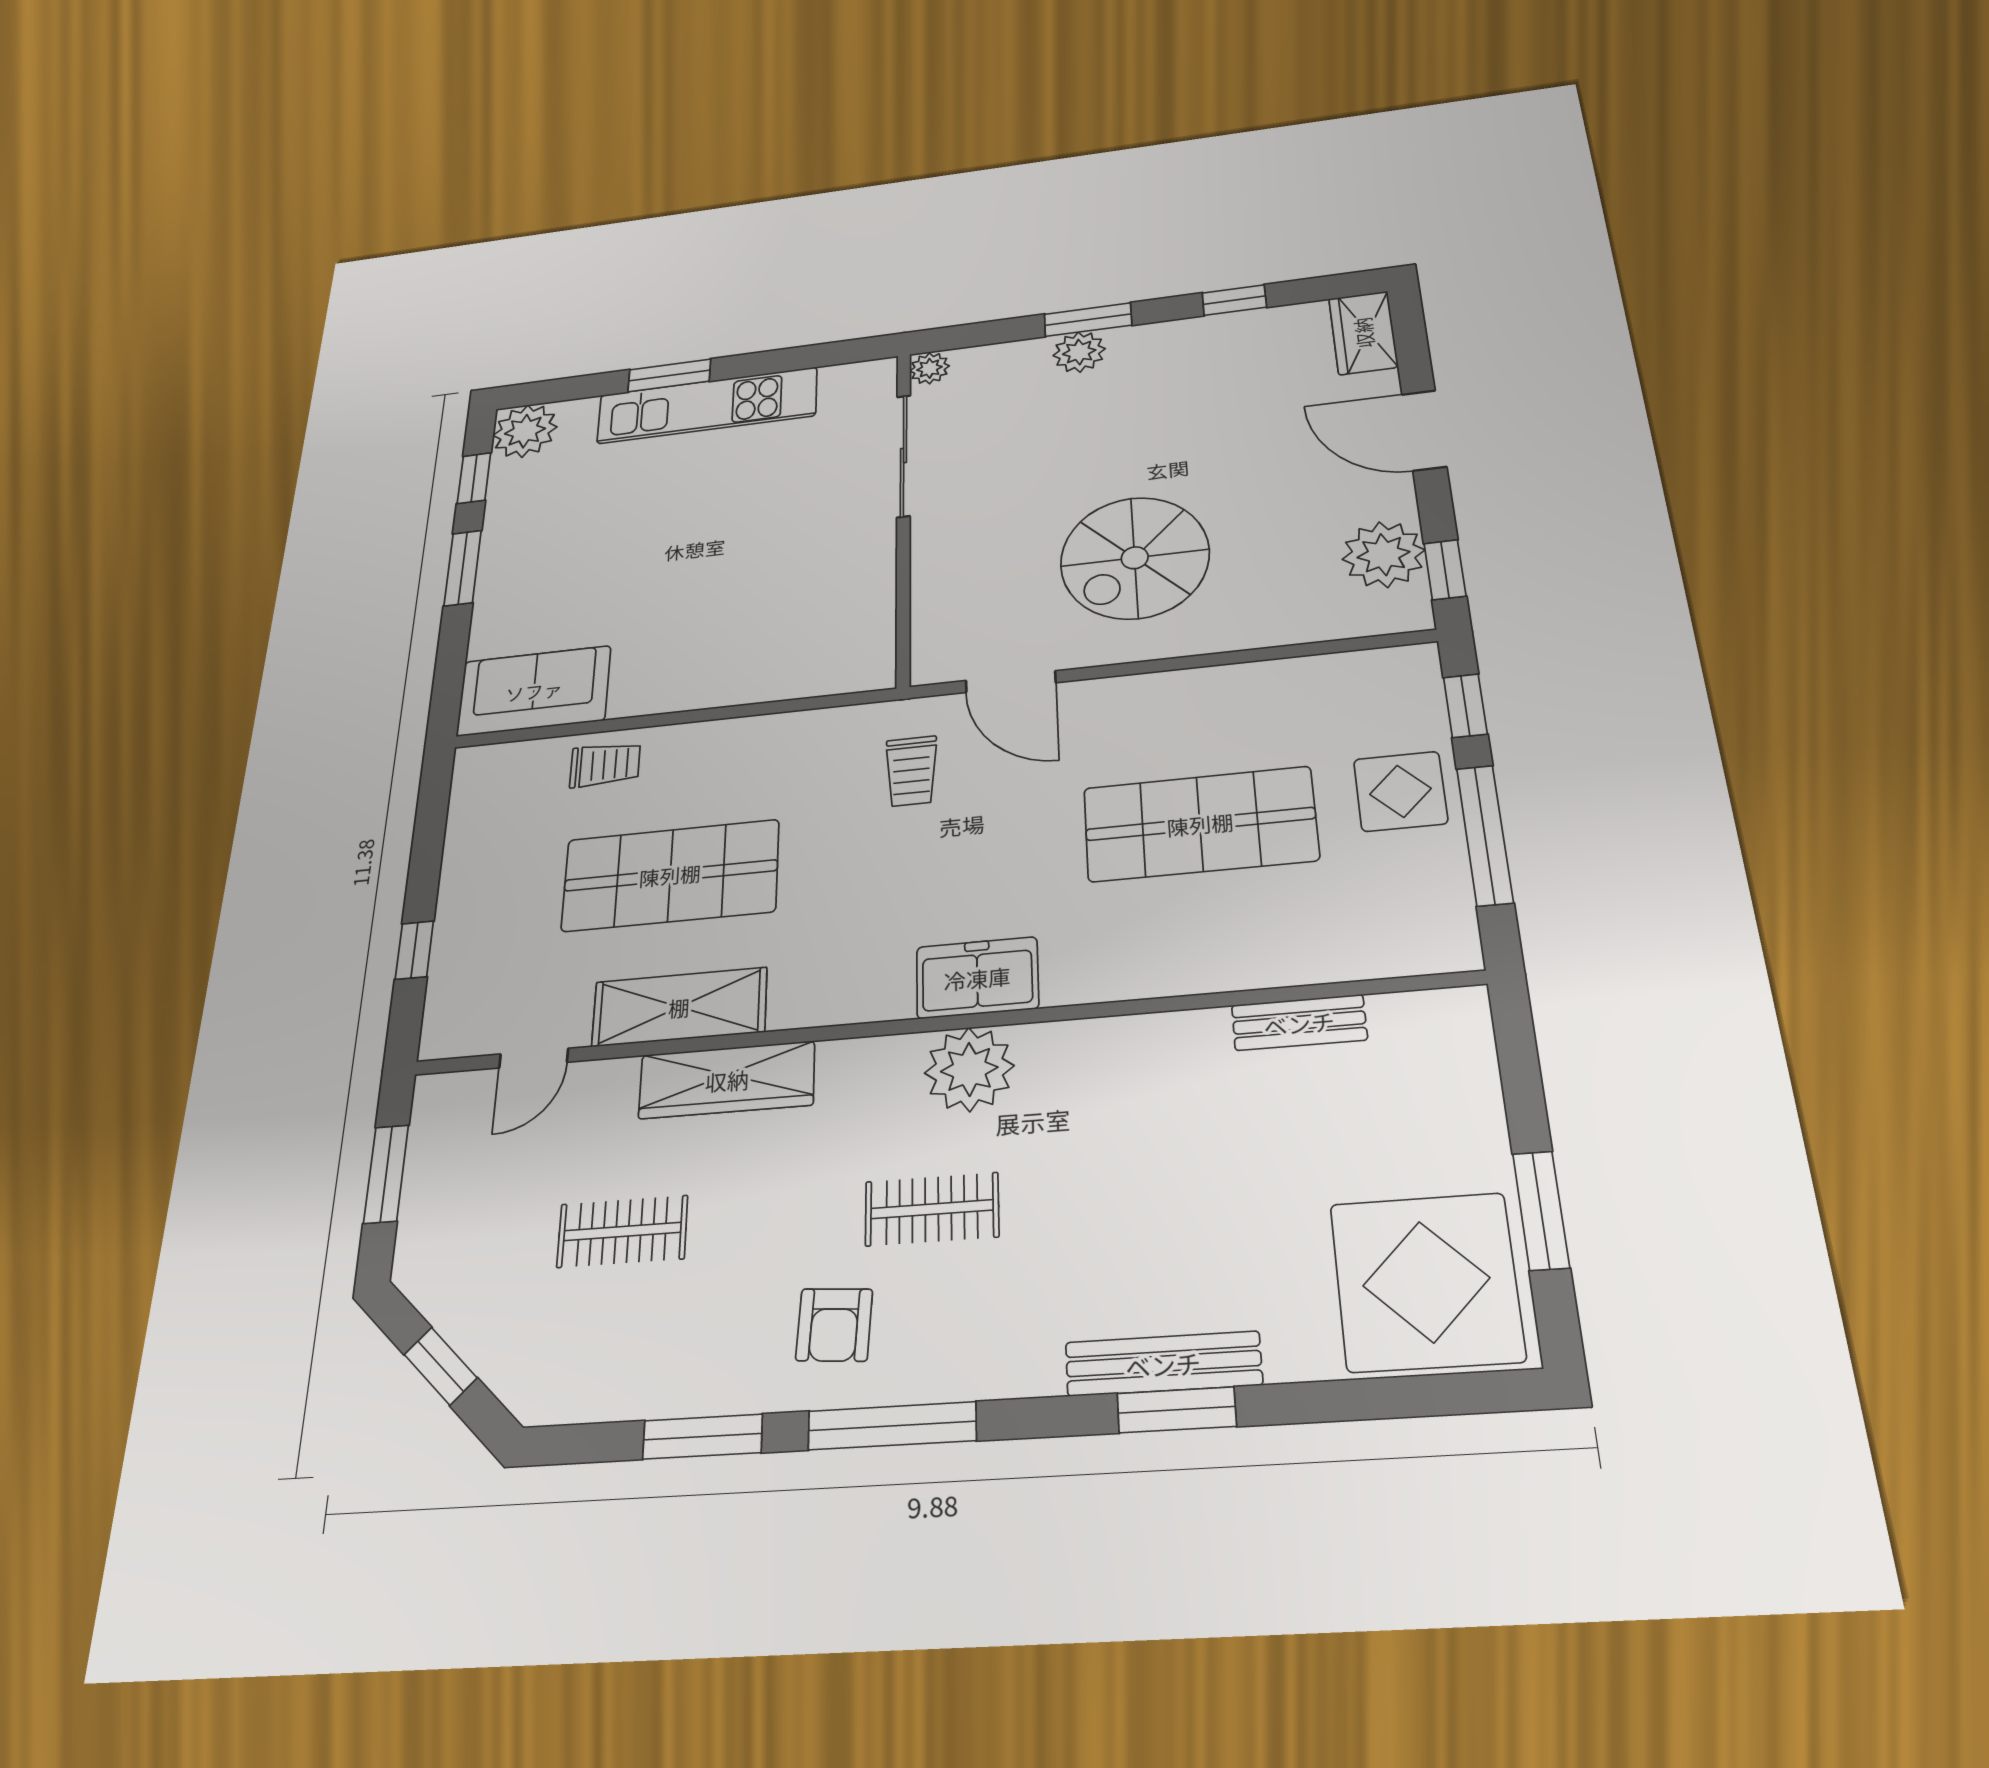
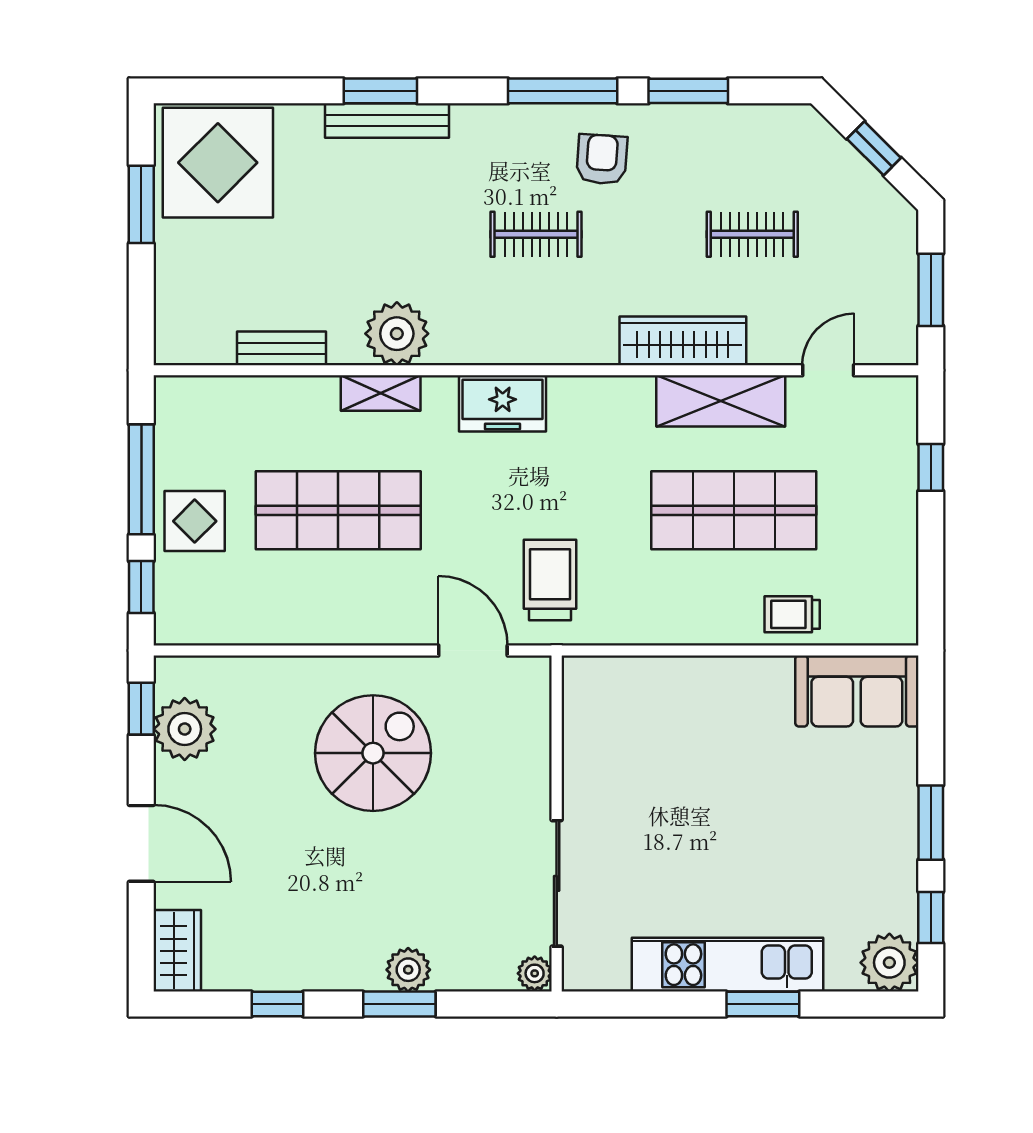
trolley: (911, 771) -> (550, 580), width x1.36, depth x1.39
shelving: (1150, 976) -> (381, 393), added
plant: (969, 1069) -> (397, 334), moved

